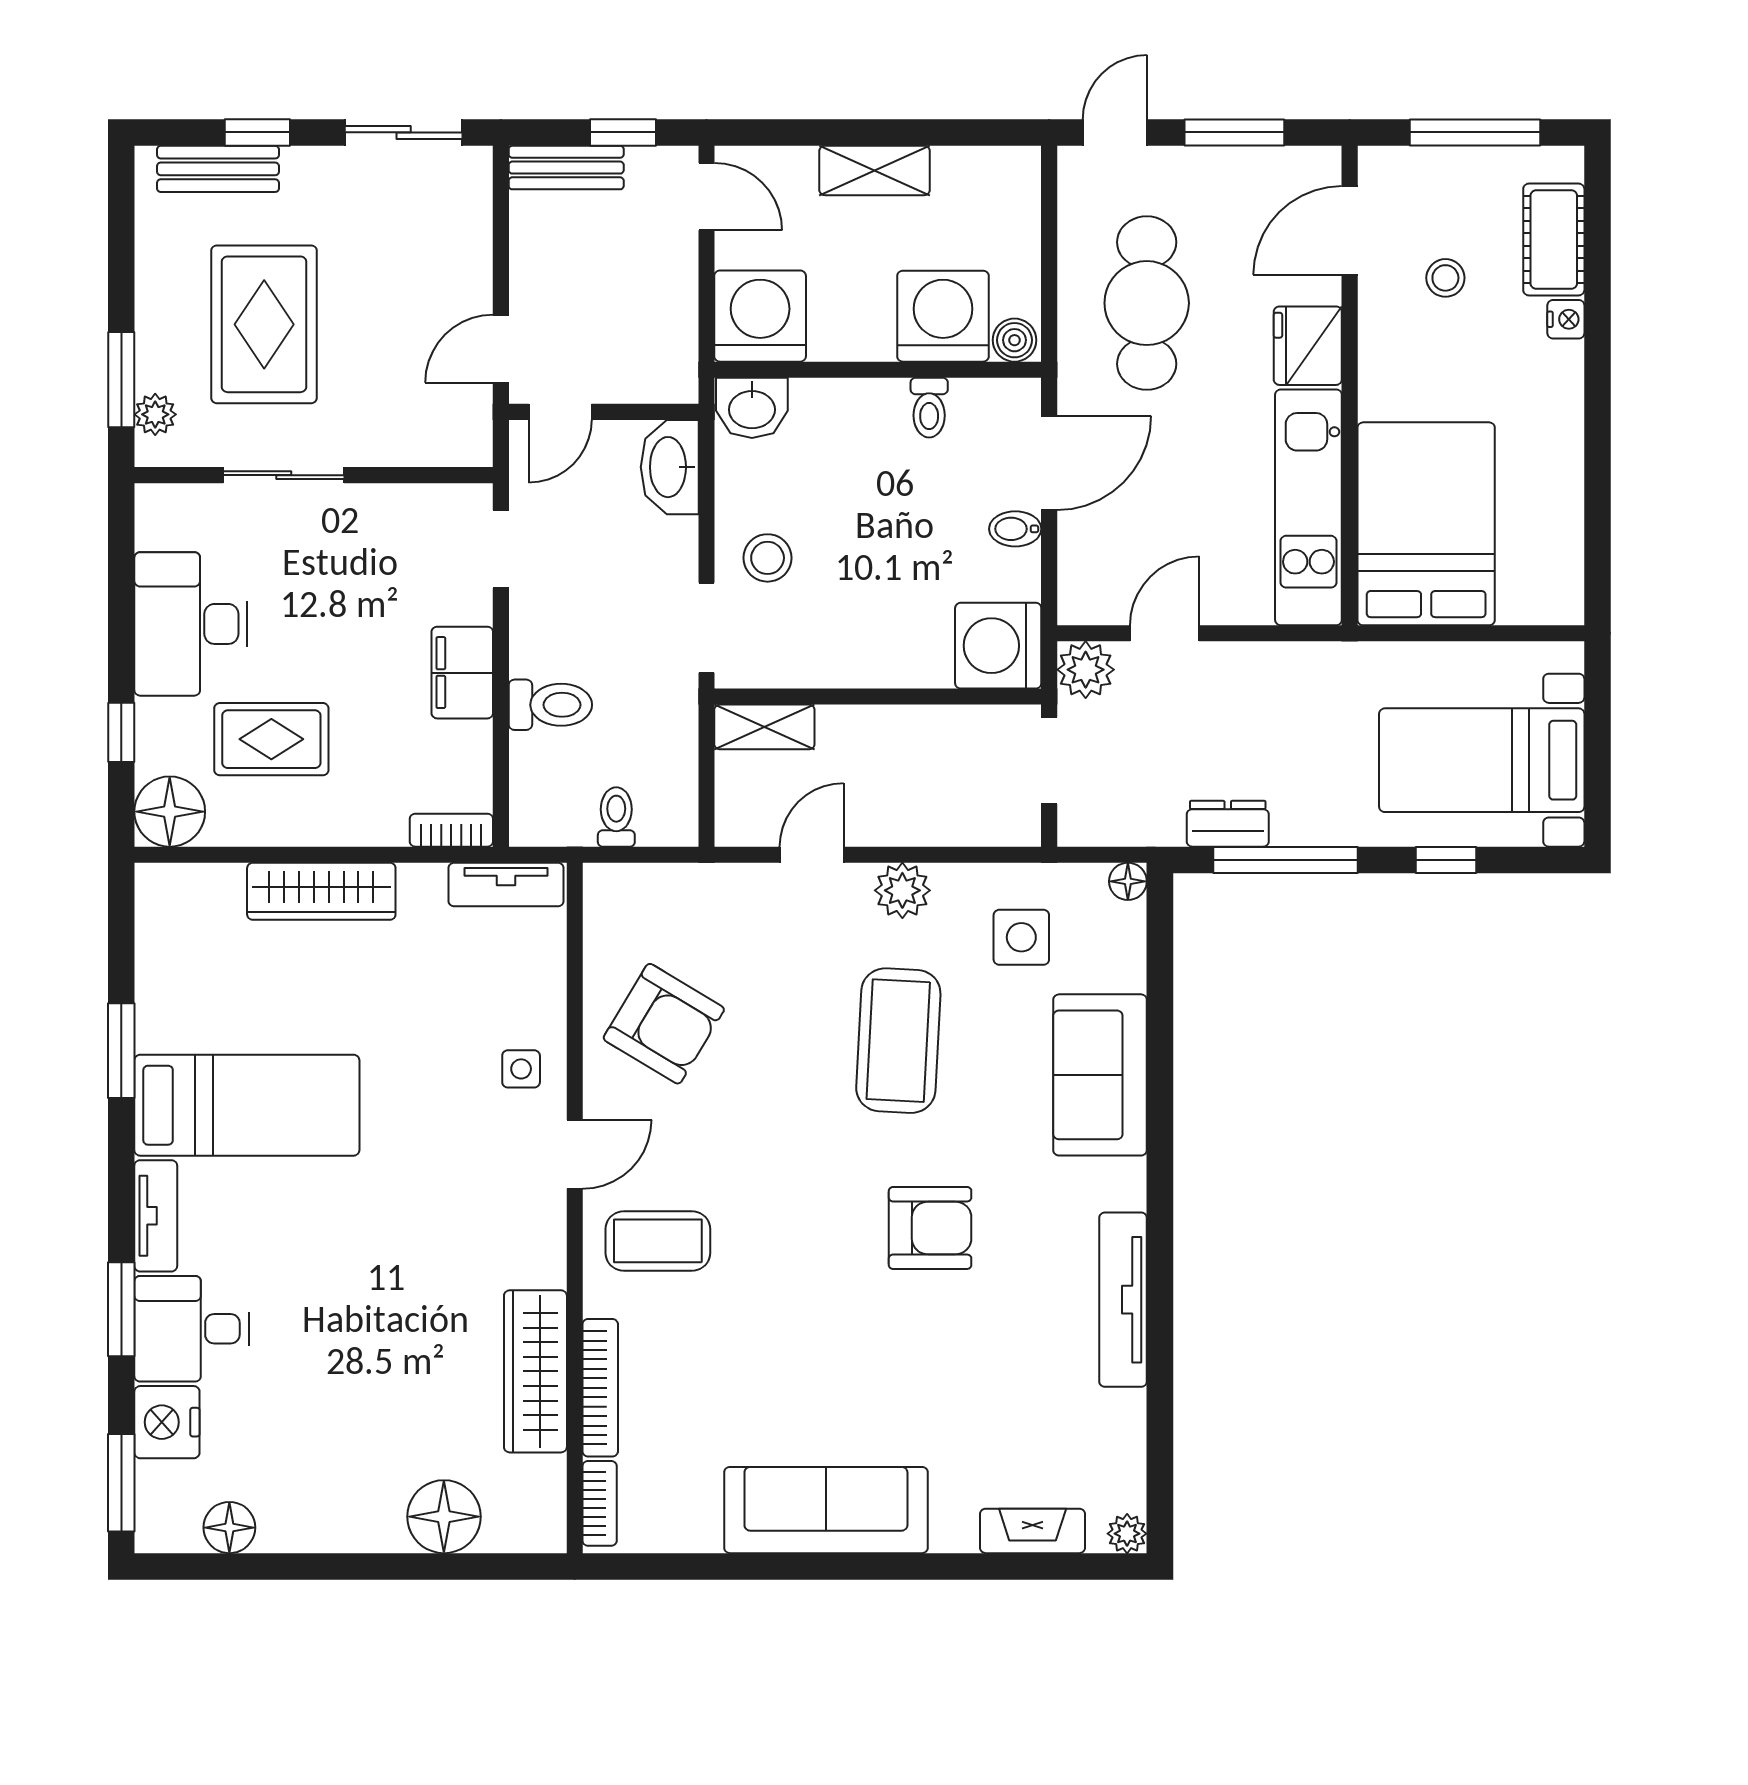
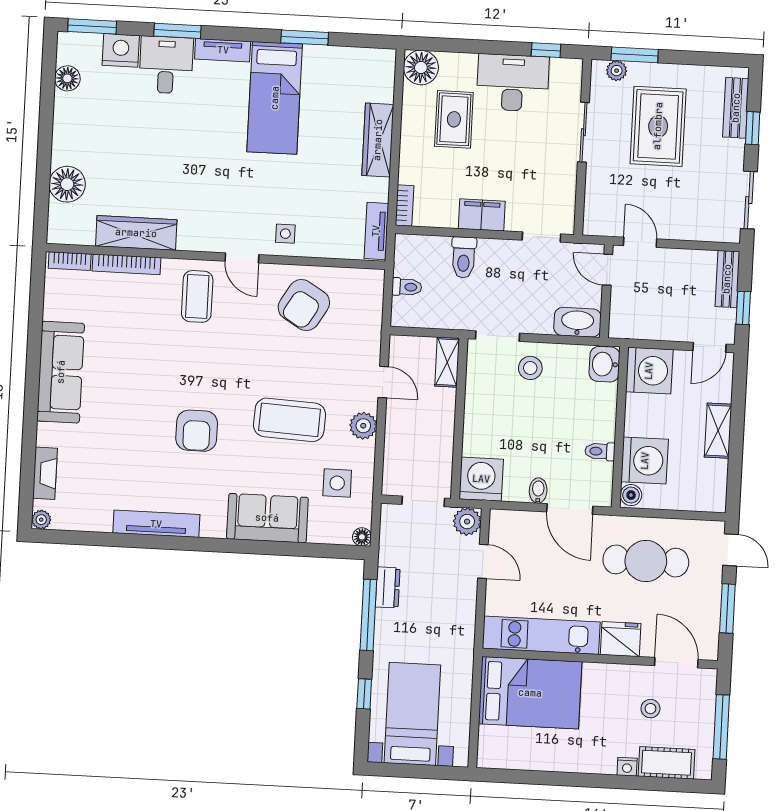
rug: (264, 324) -> (658, 126), turned 90
window: (121, 732) -> (546, 50), moved

